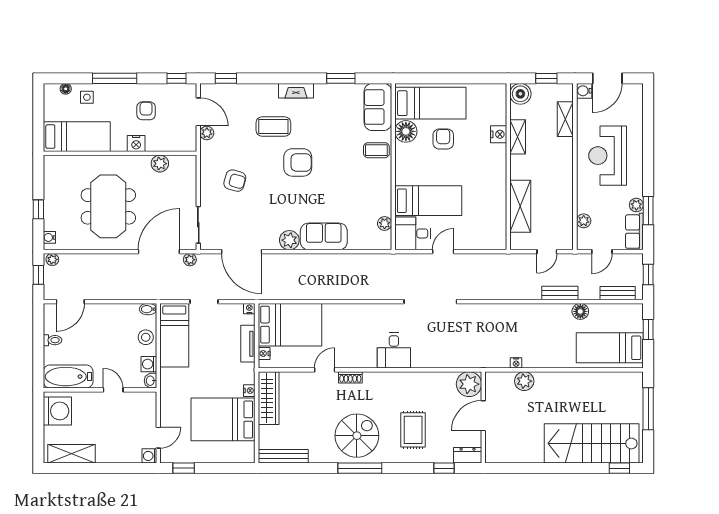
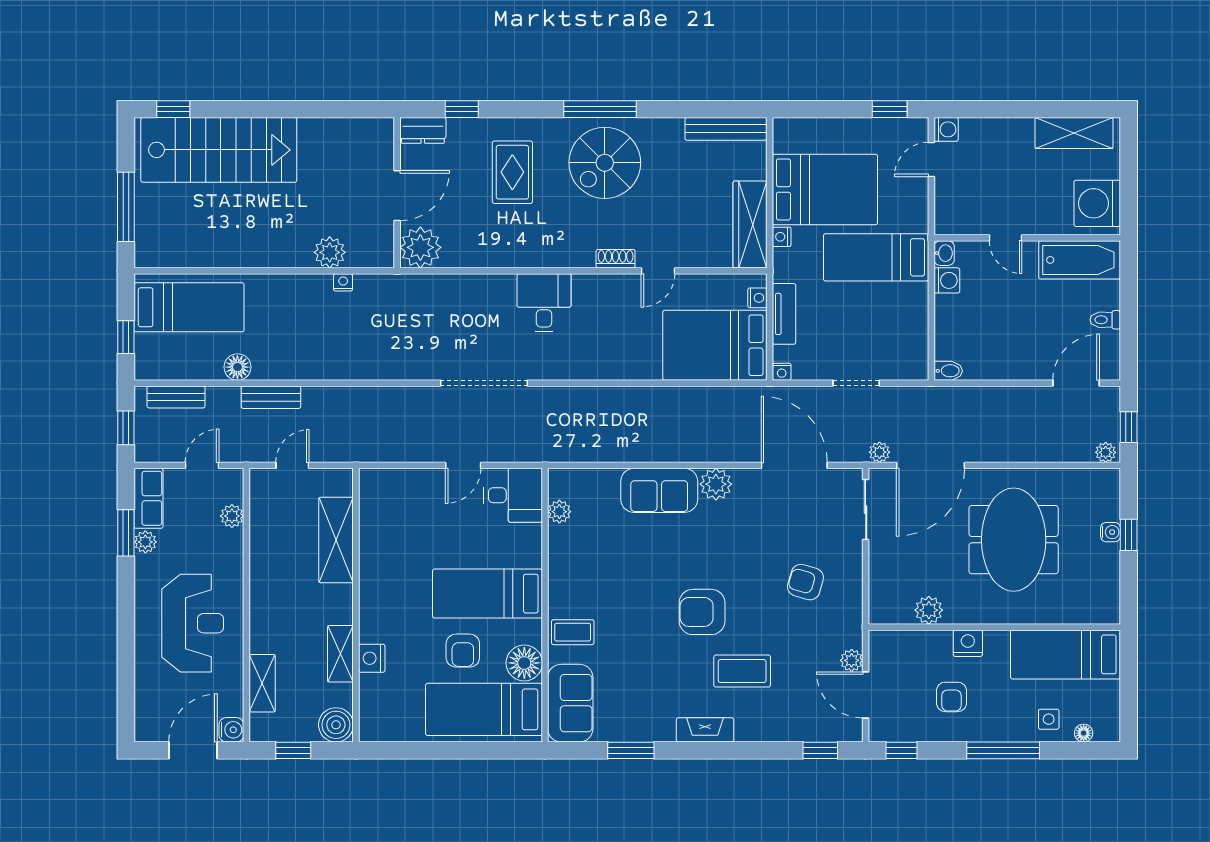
bed: (428, 201) -> (487, 594), moved
water cooler: (49, 237) -> (1111, 532), moved
bed: (174, 335) -> (876, 257), moved, turned -90
stool: (146, 337) -> (952, 325), removed

